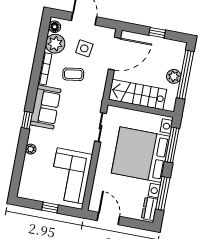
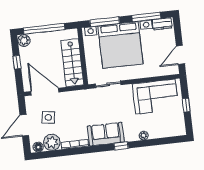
coffee table: (73, 74) -> (72, 120), removed
plant: (174, 76) -> (24, 41), moved

